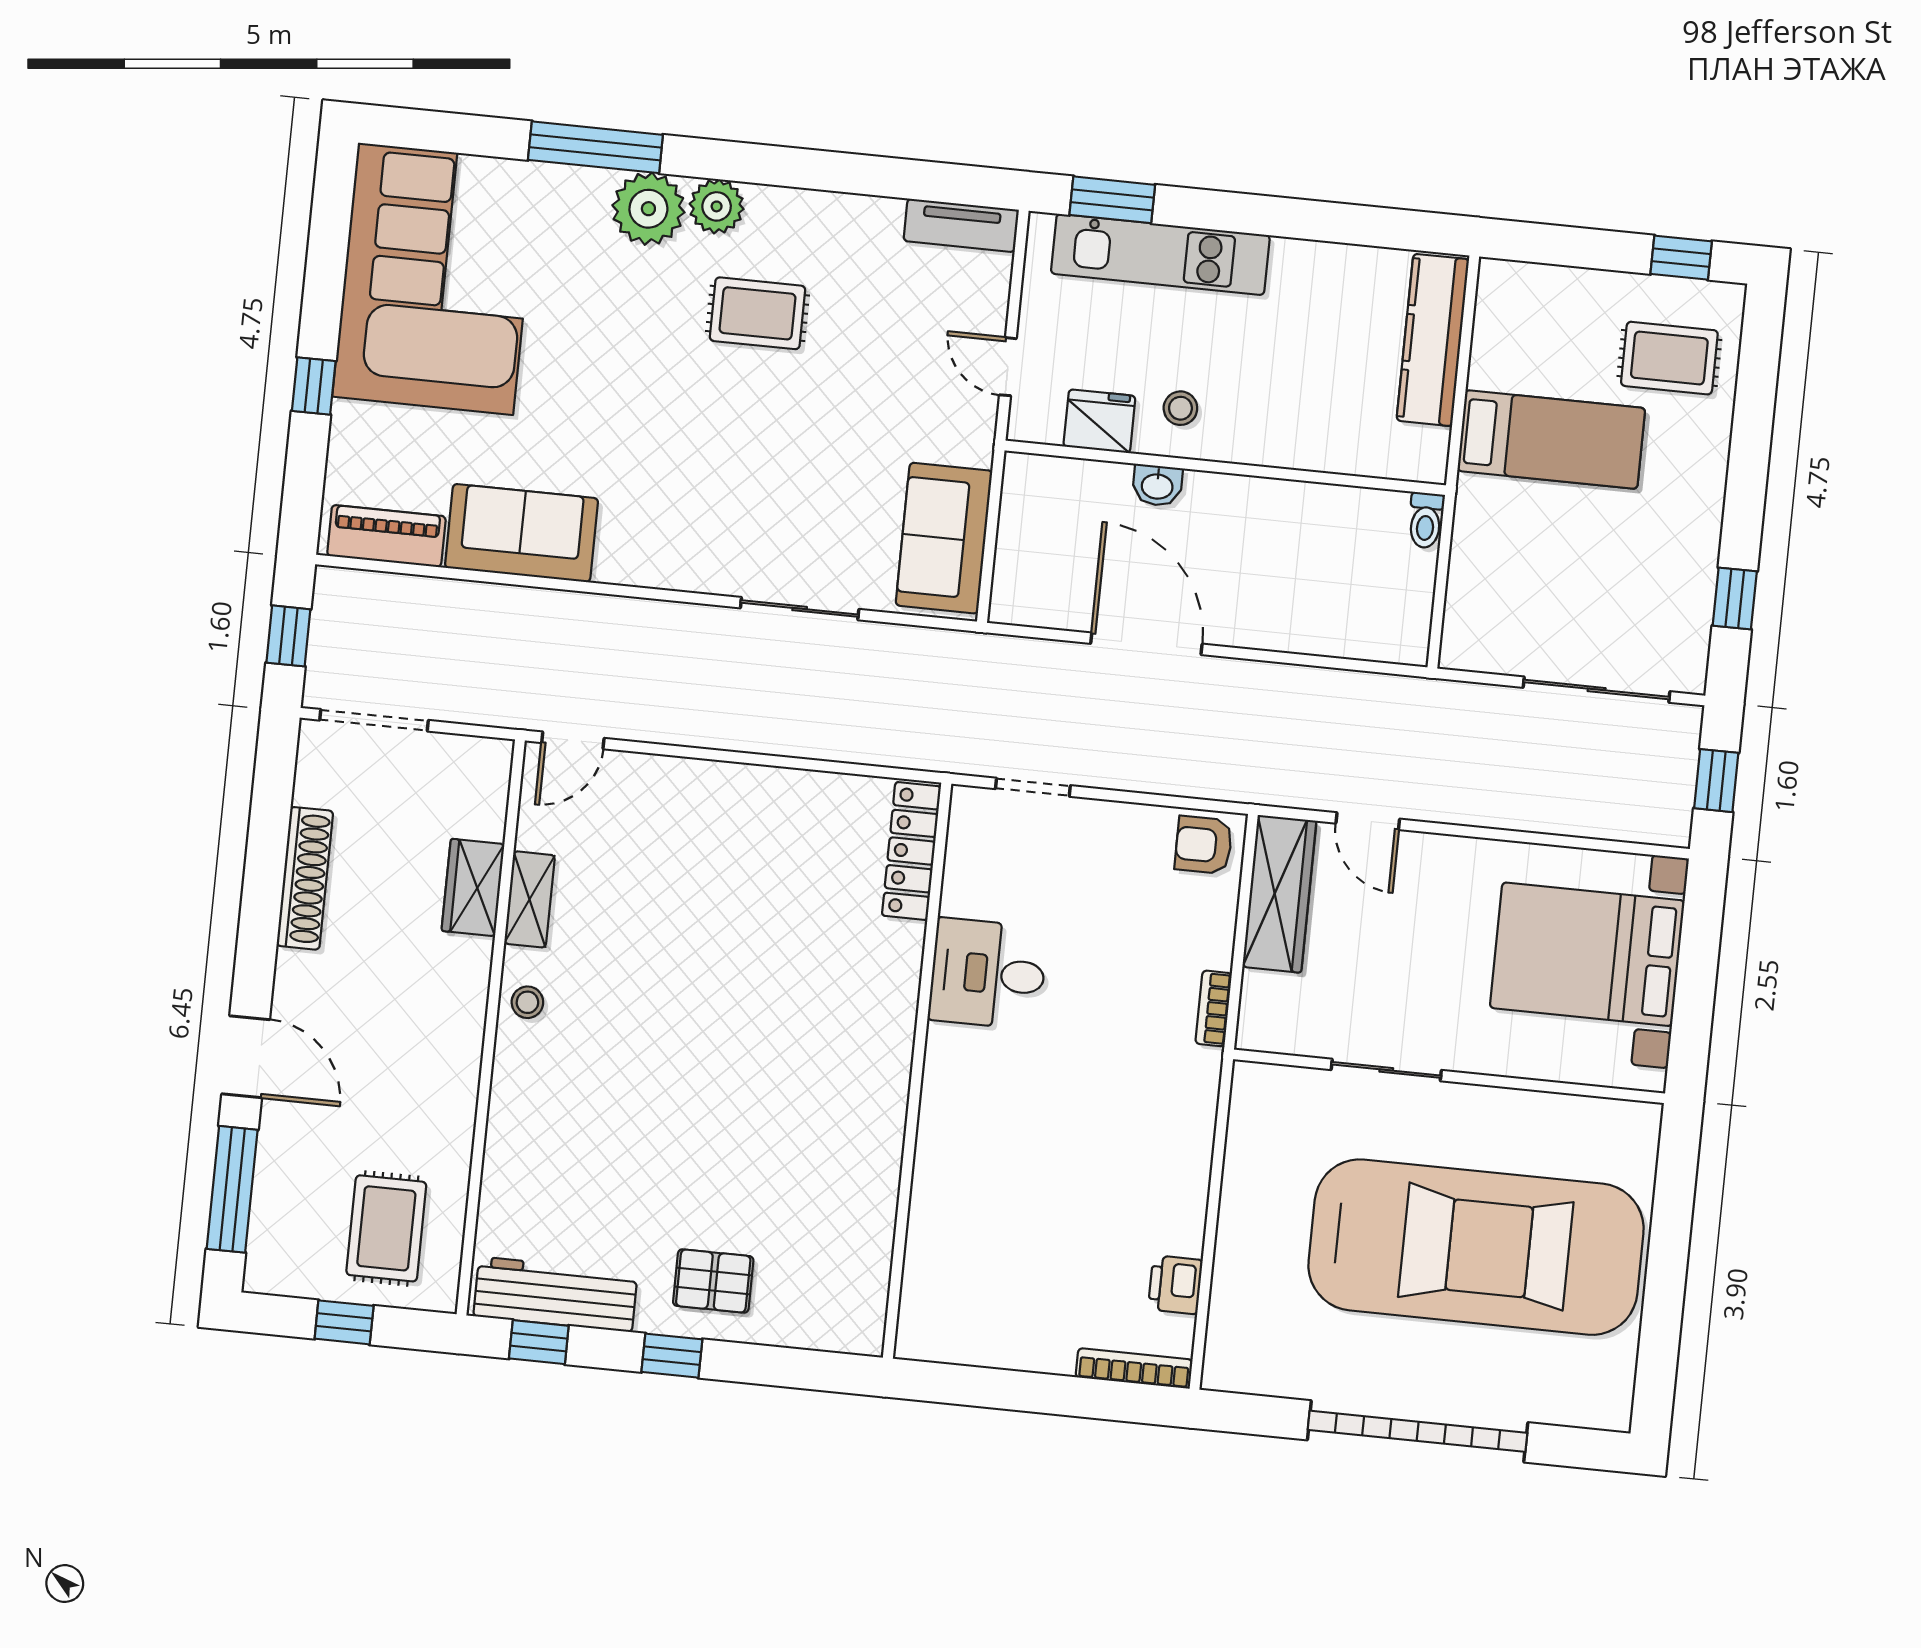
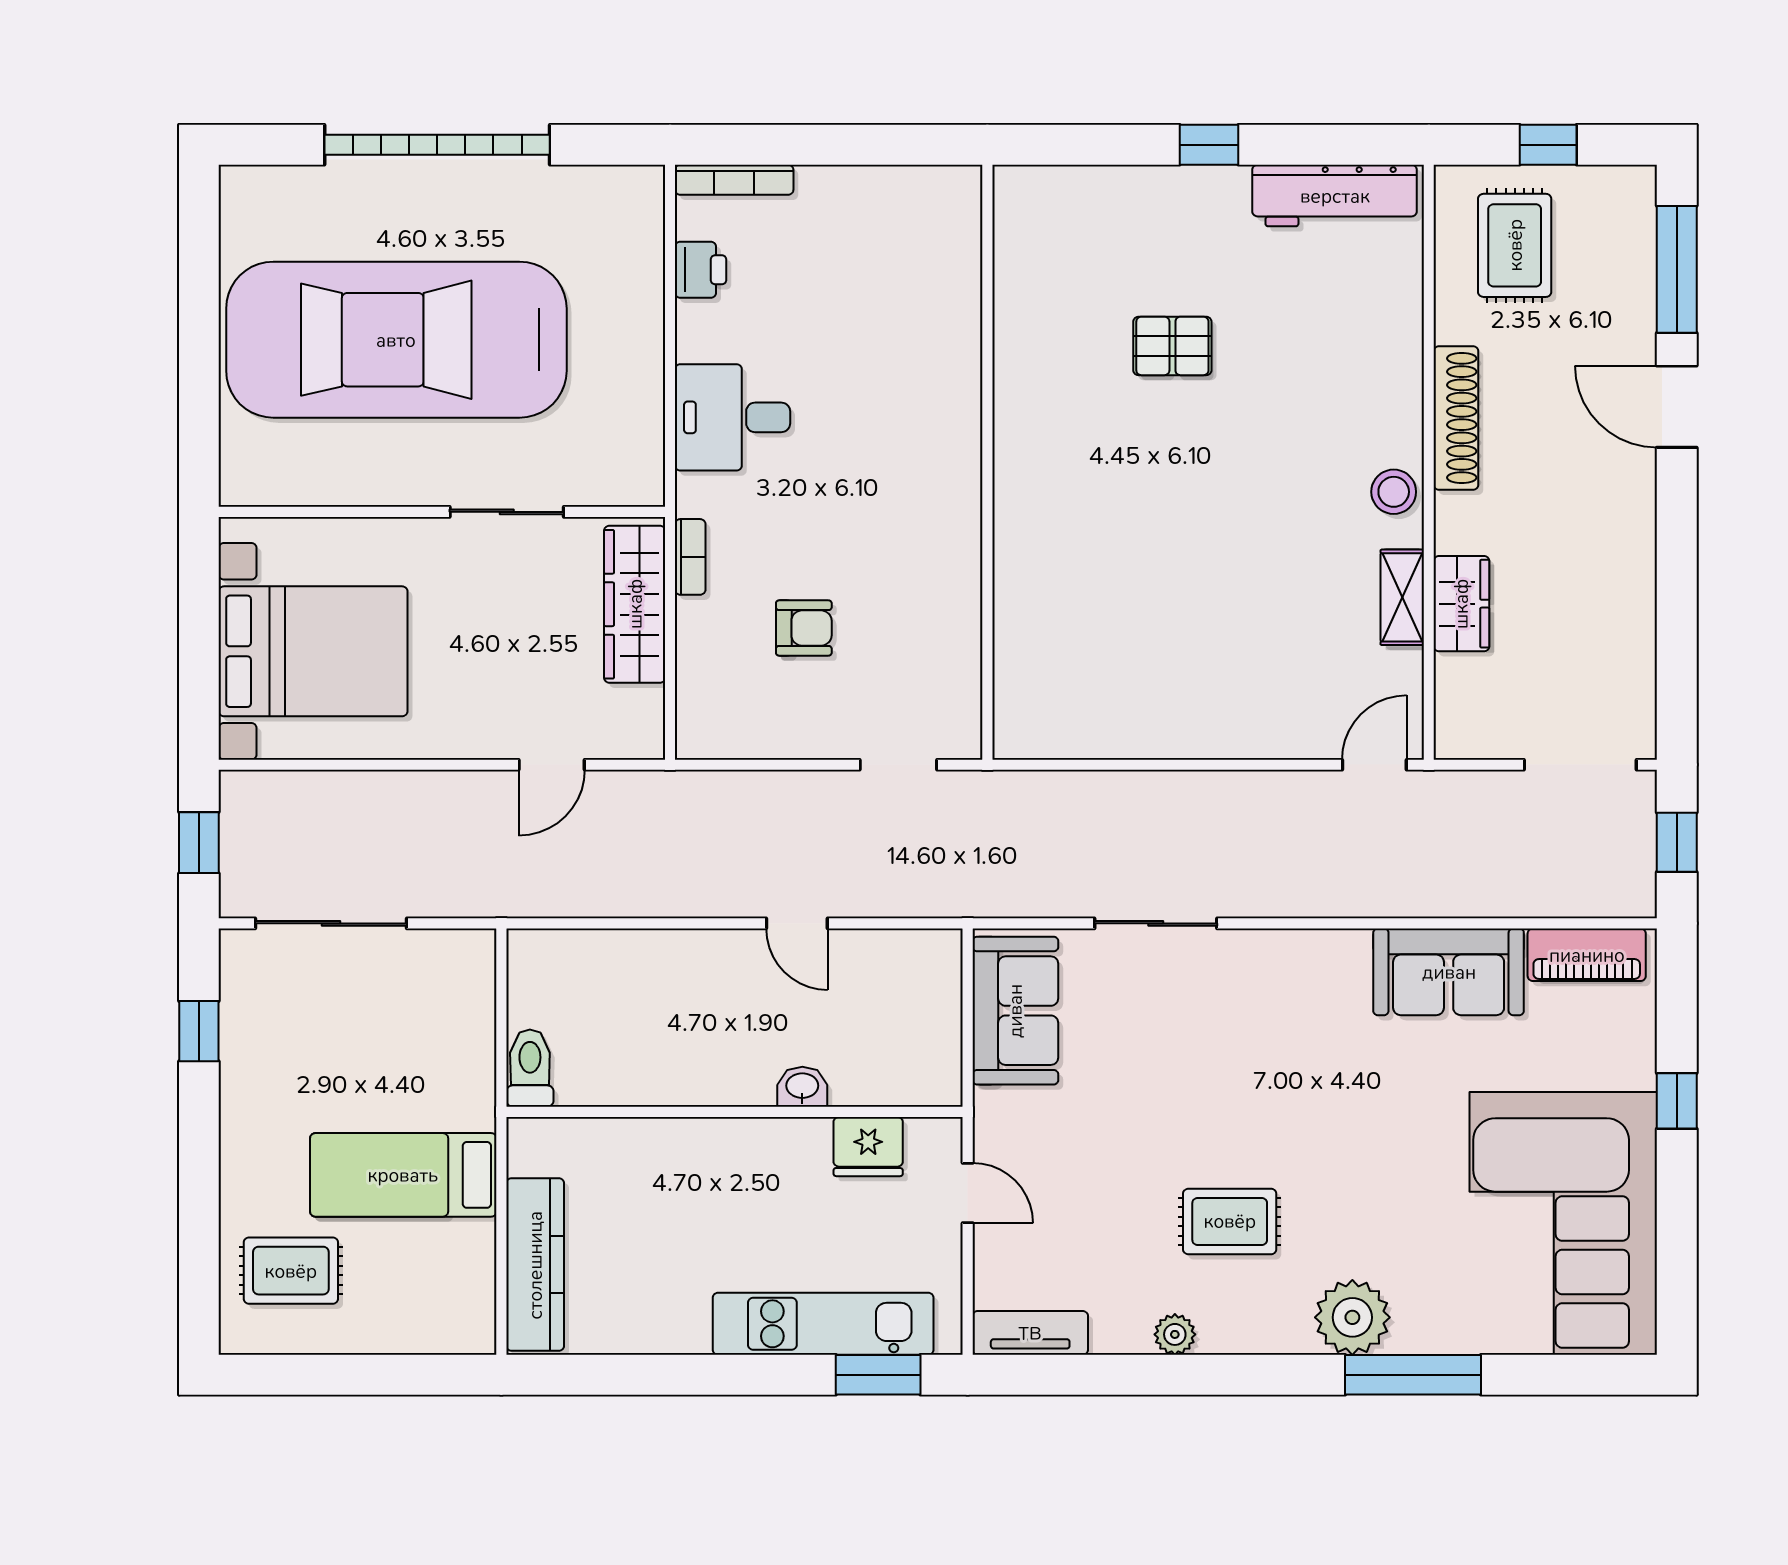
plant: (717, 206) -> (1175, 1334), moved, width x0.73, depth x0.73
window: (1681, 258) -> (289, 1375), removed
stool: (1180, 408) -> (787, 1168), removed
toilet: (1426, 520) -> (530, 1068), width x1.37, depth x1.39
door: (1146, 644) -> (797, 923), width x0.53
door: (1368, 821) -> (552, 765), swing flipped
armchair: (1204, 845) -> (804, 628), moved
locker: (911, 851) -> (1016, 687), removed
shoe rack: (305, 878) -> (1456, 418), moved, turned 180
wardrobe: (1279, 894) -> (635, 604), moved
desk: (988, 974) -> (732, 417), moved, turned 180
stool: (527, 1002) -> (1394, 492), width x1.37, depth x1.37
pallet: (713, 1281) -> (1172, 346), moved
window: (539, 1342) -> (1347, 145), removed

